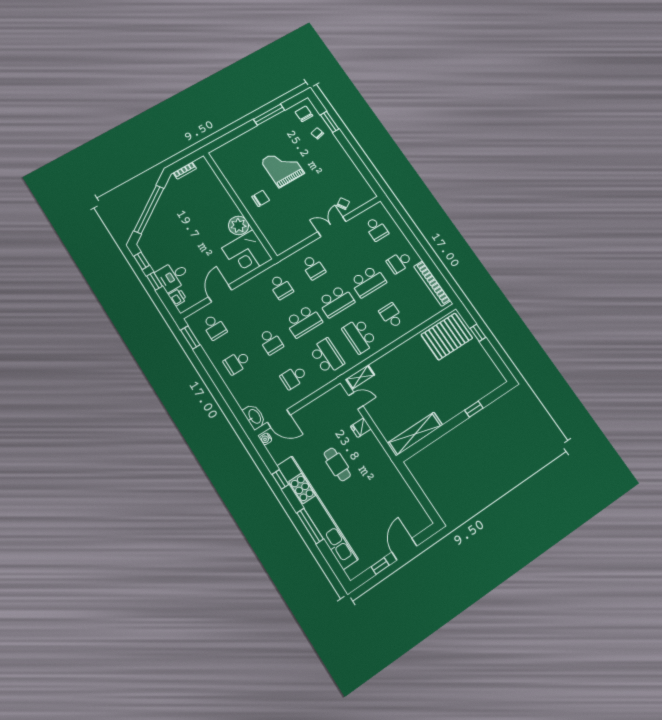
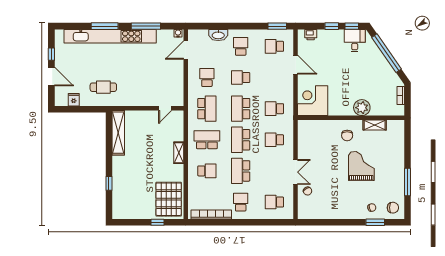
grand piano: (283, 167) -> (361, 166), turned -90
shelving: (232, 178) -> (375, 125), added
plant: (239, 225) -> (362, 108), moved
desk: (173, 276) -> (355, 41), moved
school desk: (327, 356) -> (207, 109), turned -90
shelving: (360, 377) -> (179, 153), moved
washbasin: (254, 417) -> (218, 35), moved
fridge: (361, 428) -> (74, 100), moved
cafe table: (337, 464) -> (103, 87), moved
window: (280, 479) -> (146, 26), width x2.17

